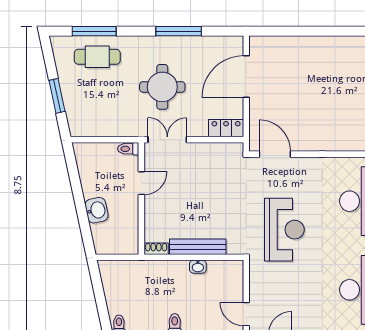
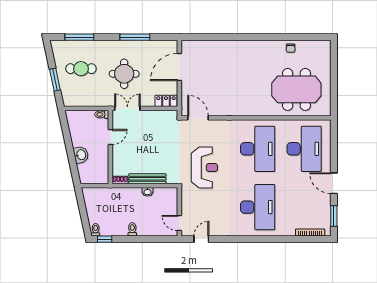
cafe table: (97, 57) -> (81, 69), moved

